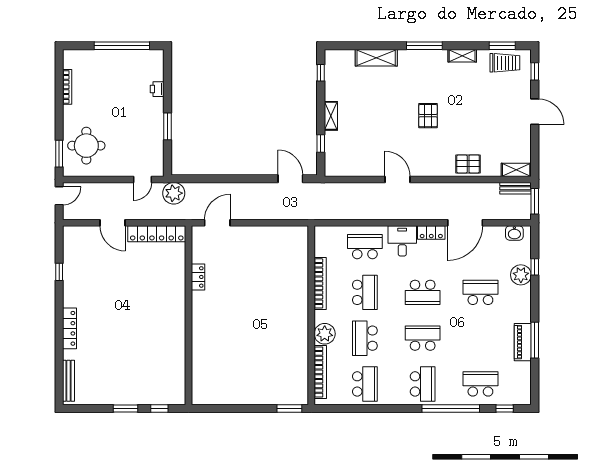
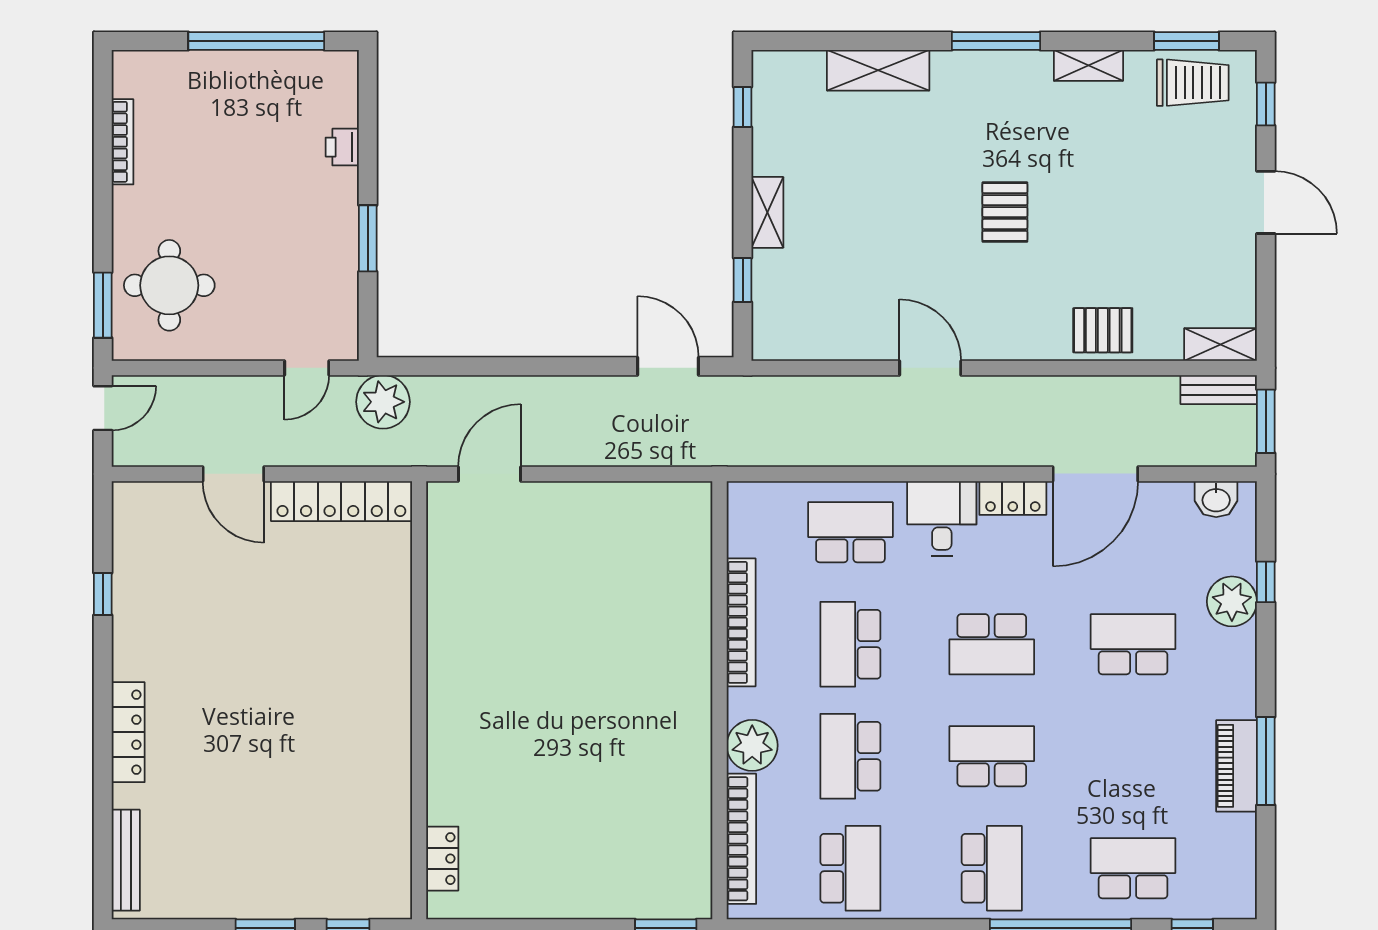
locker: (198, 277) -> (442, 859), moved
school desk: (365, 292) -> (850, 644), turned 180

